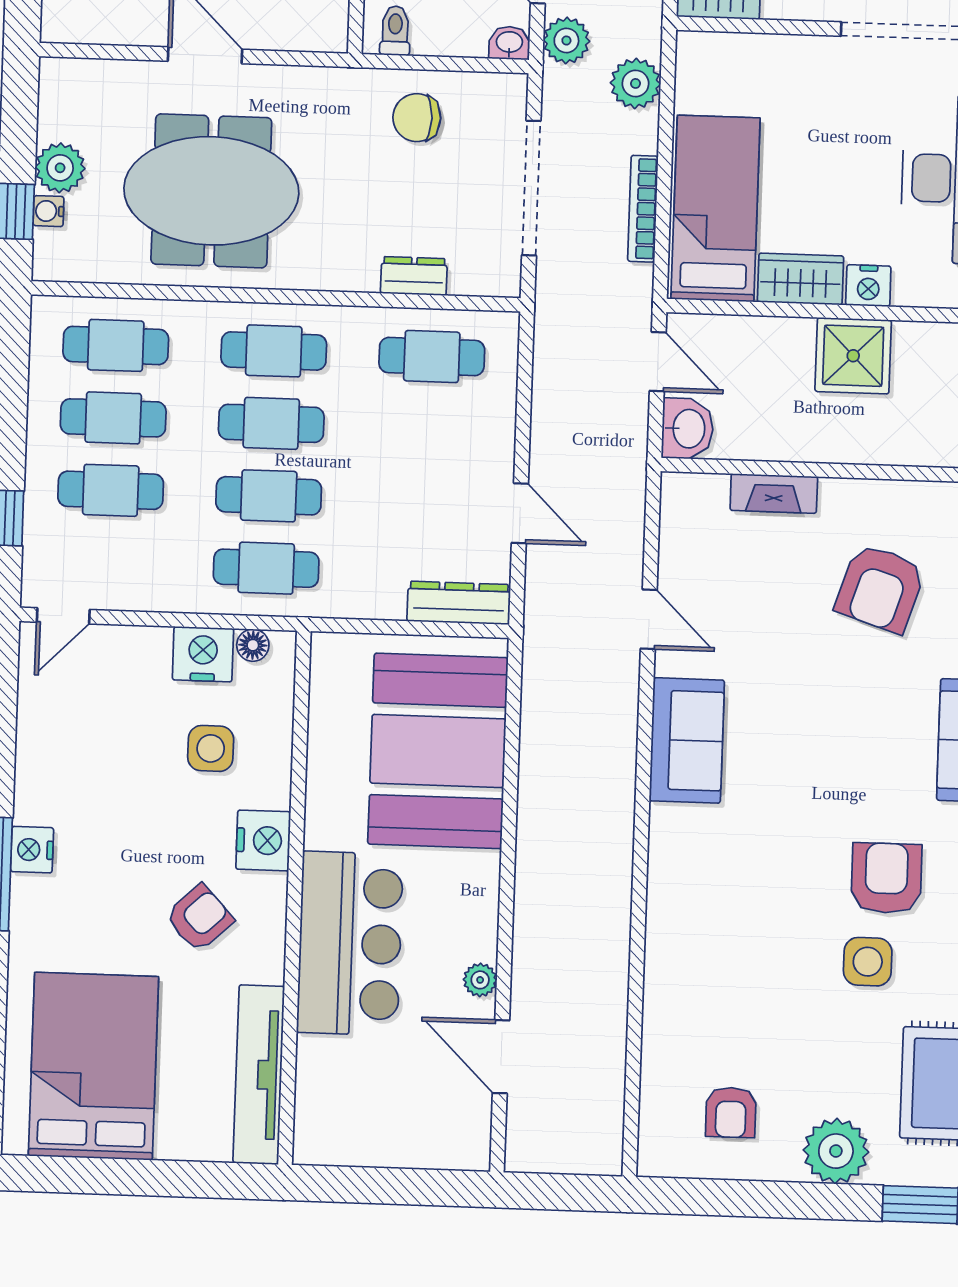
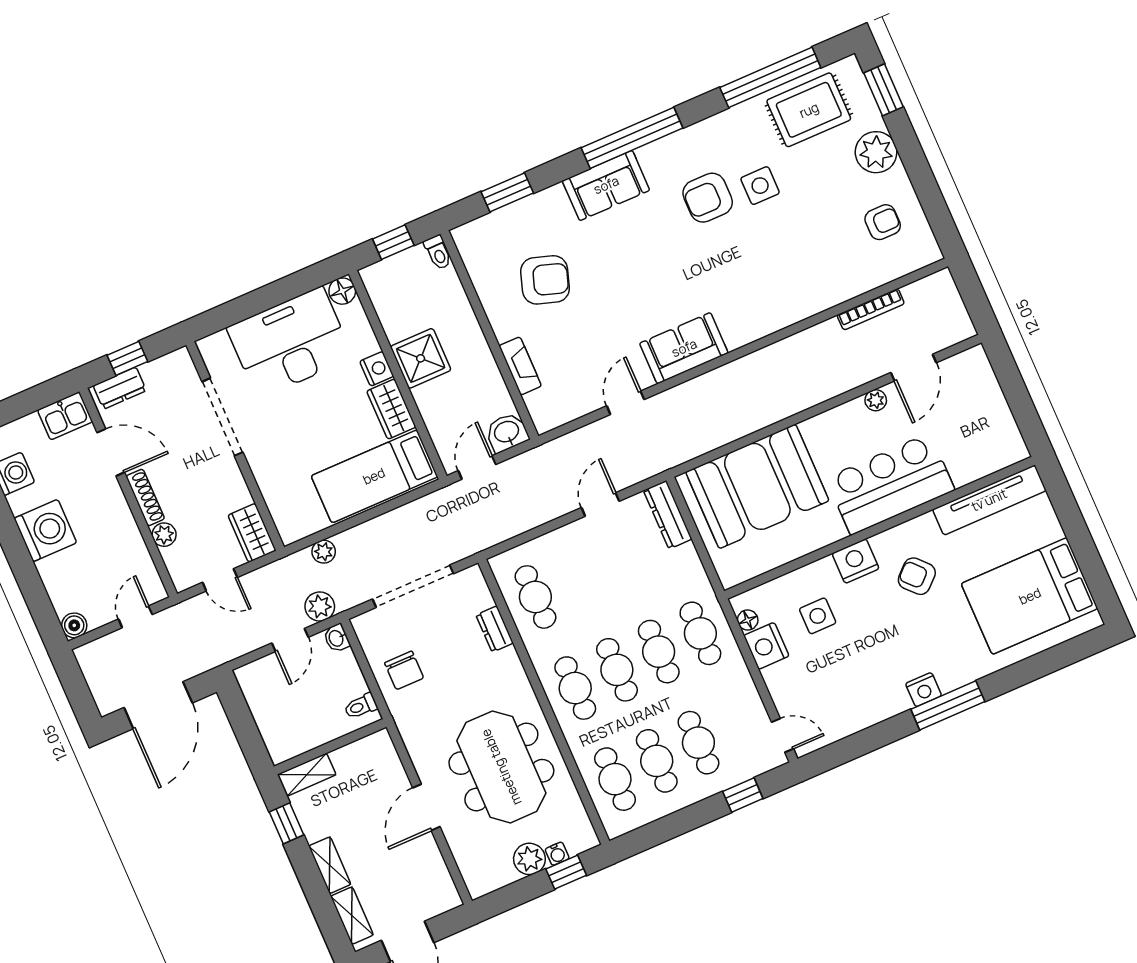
plant: (635, 83) -> (324, 552), width x0.73, depth x0.73
bookcase: (643, 209) -> (871, 309), moved

